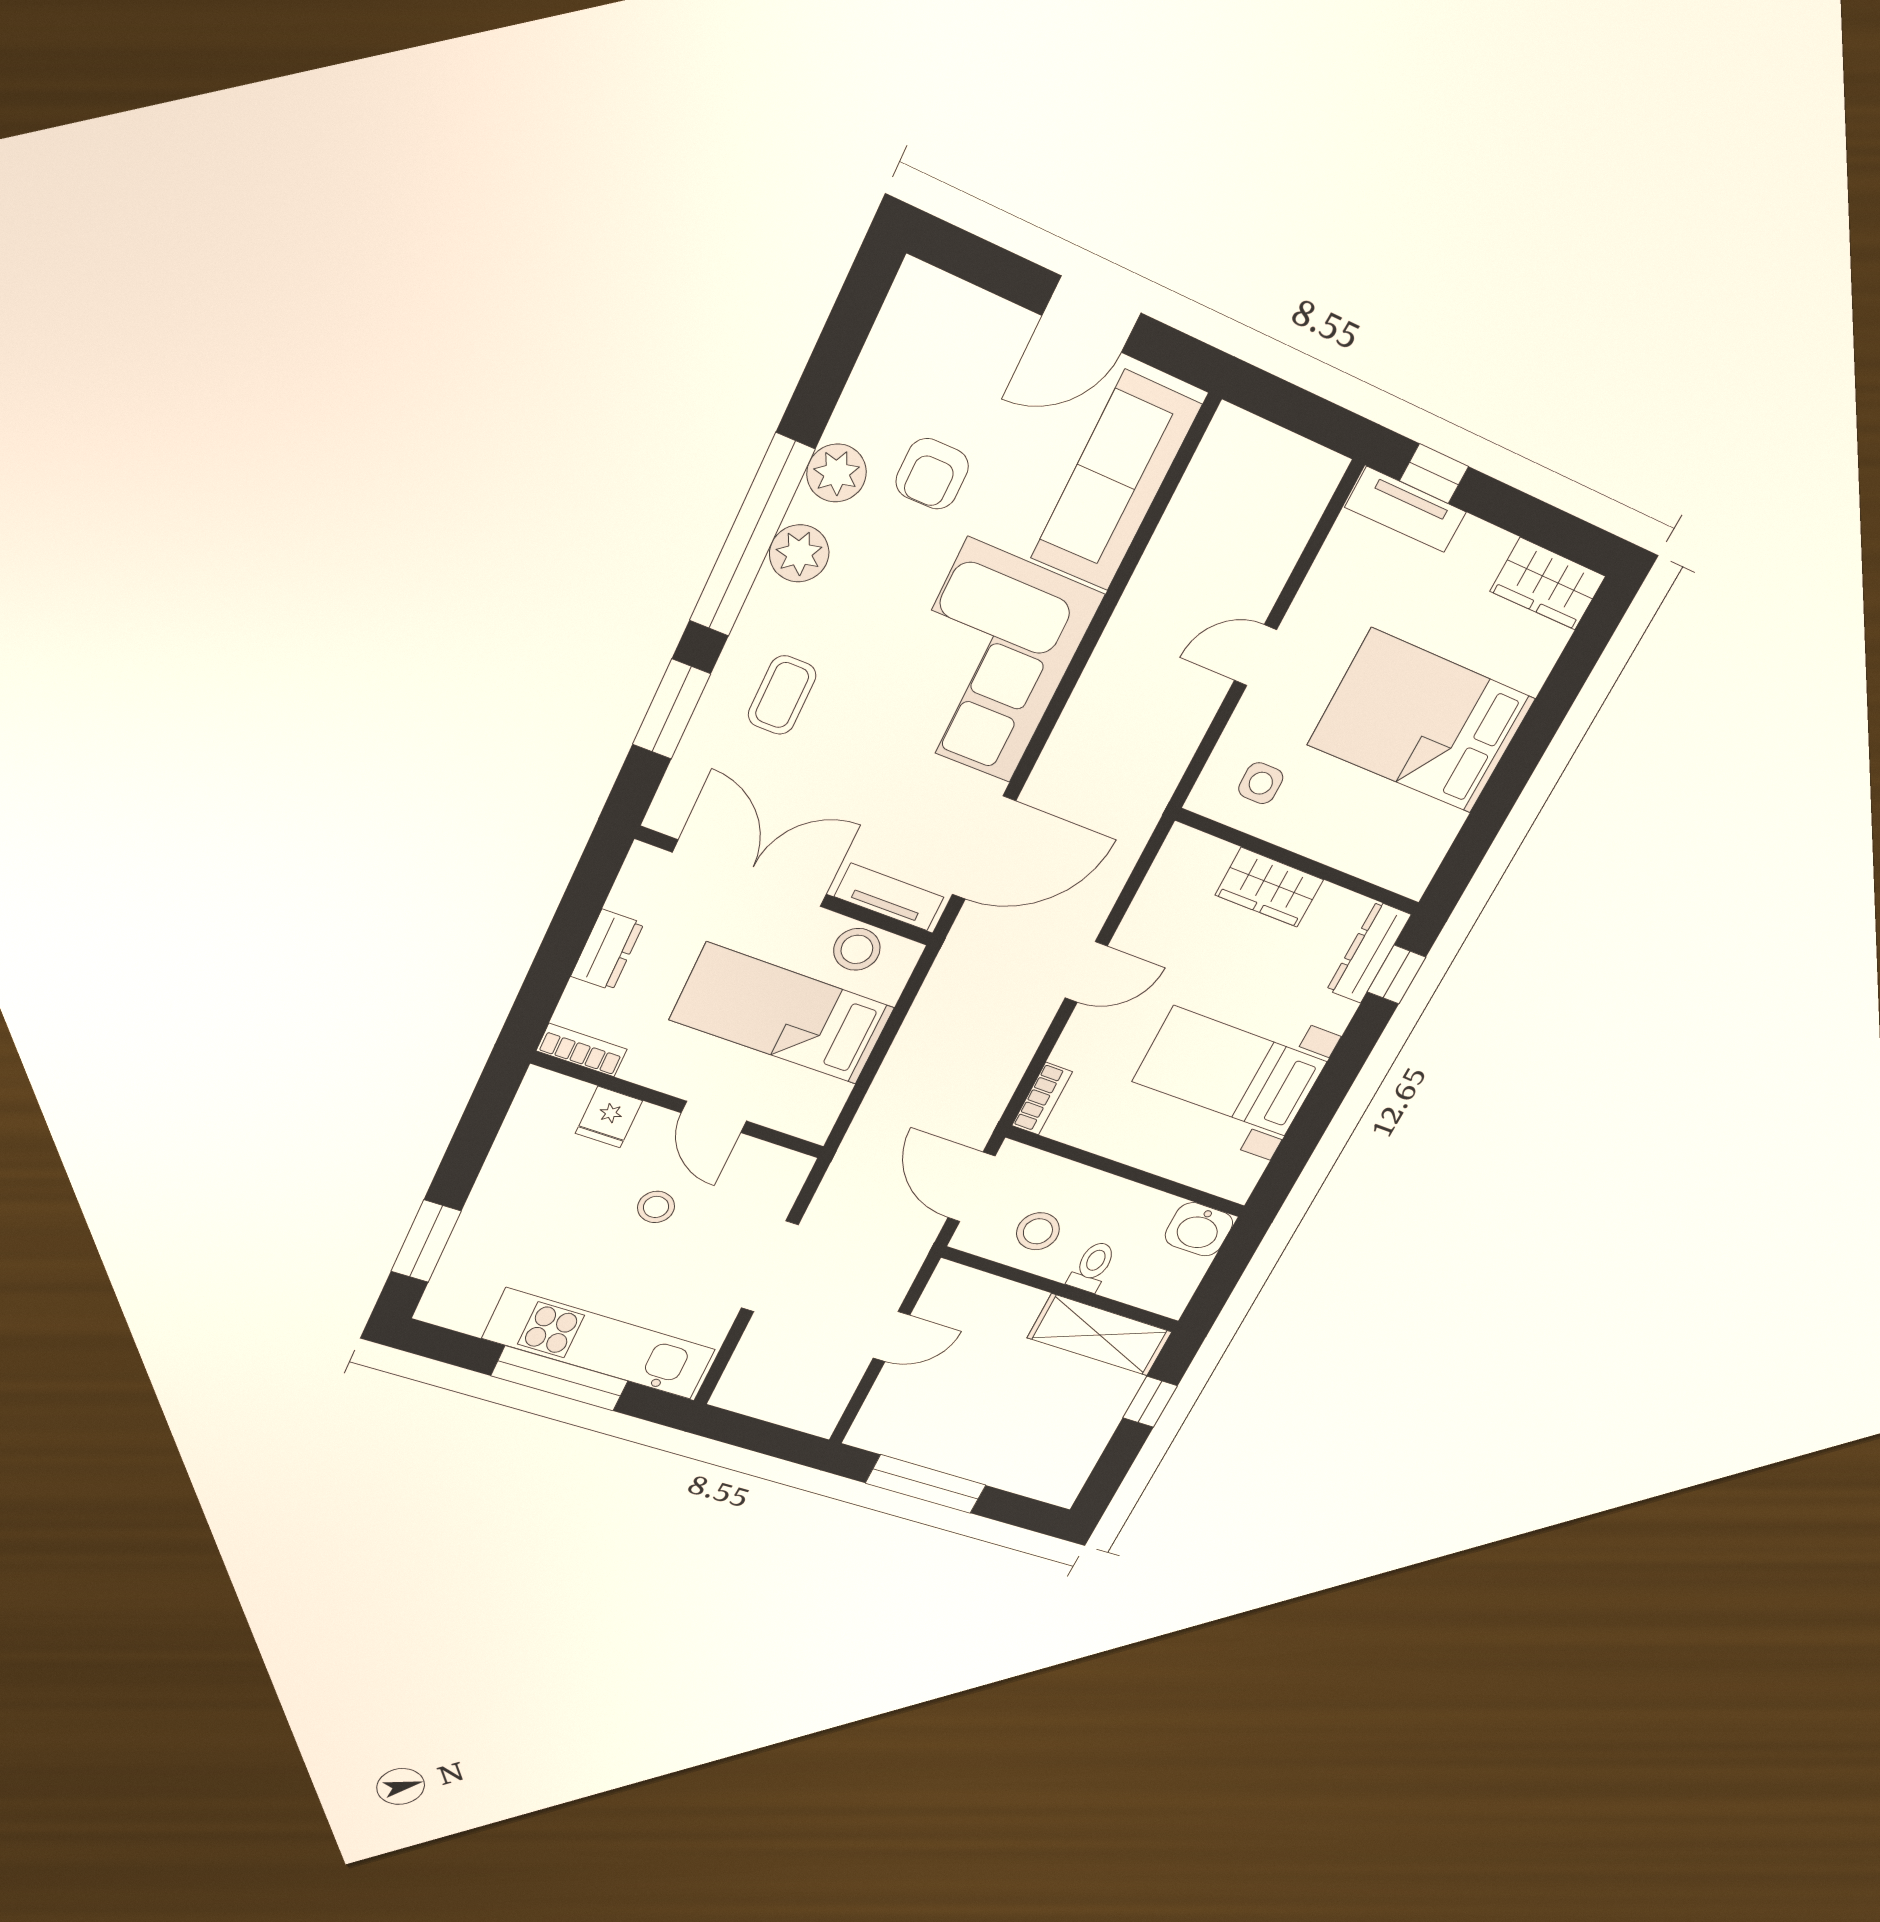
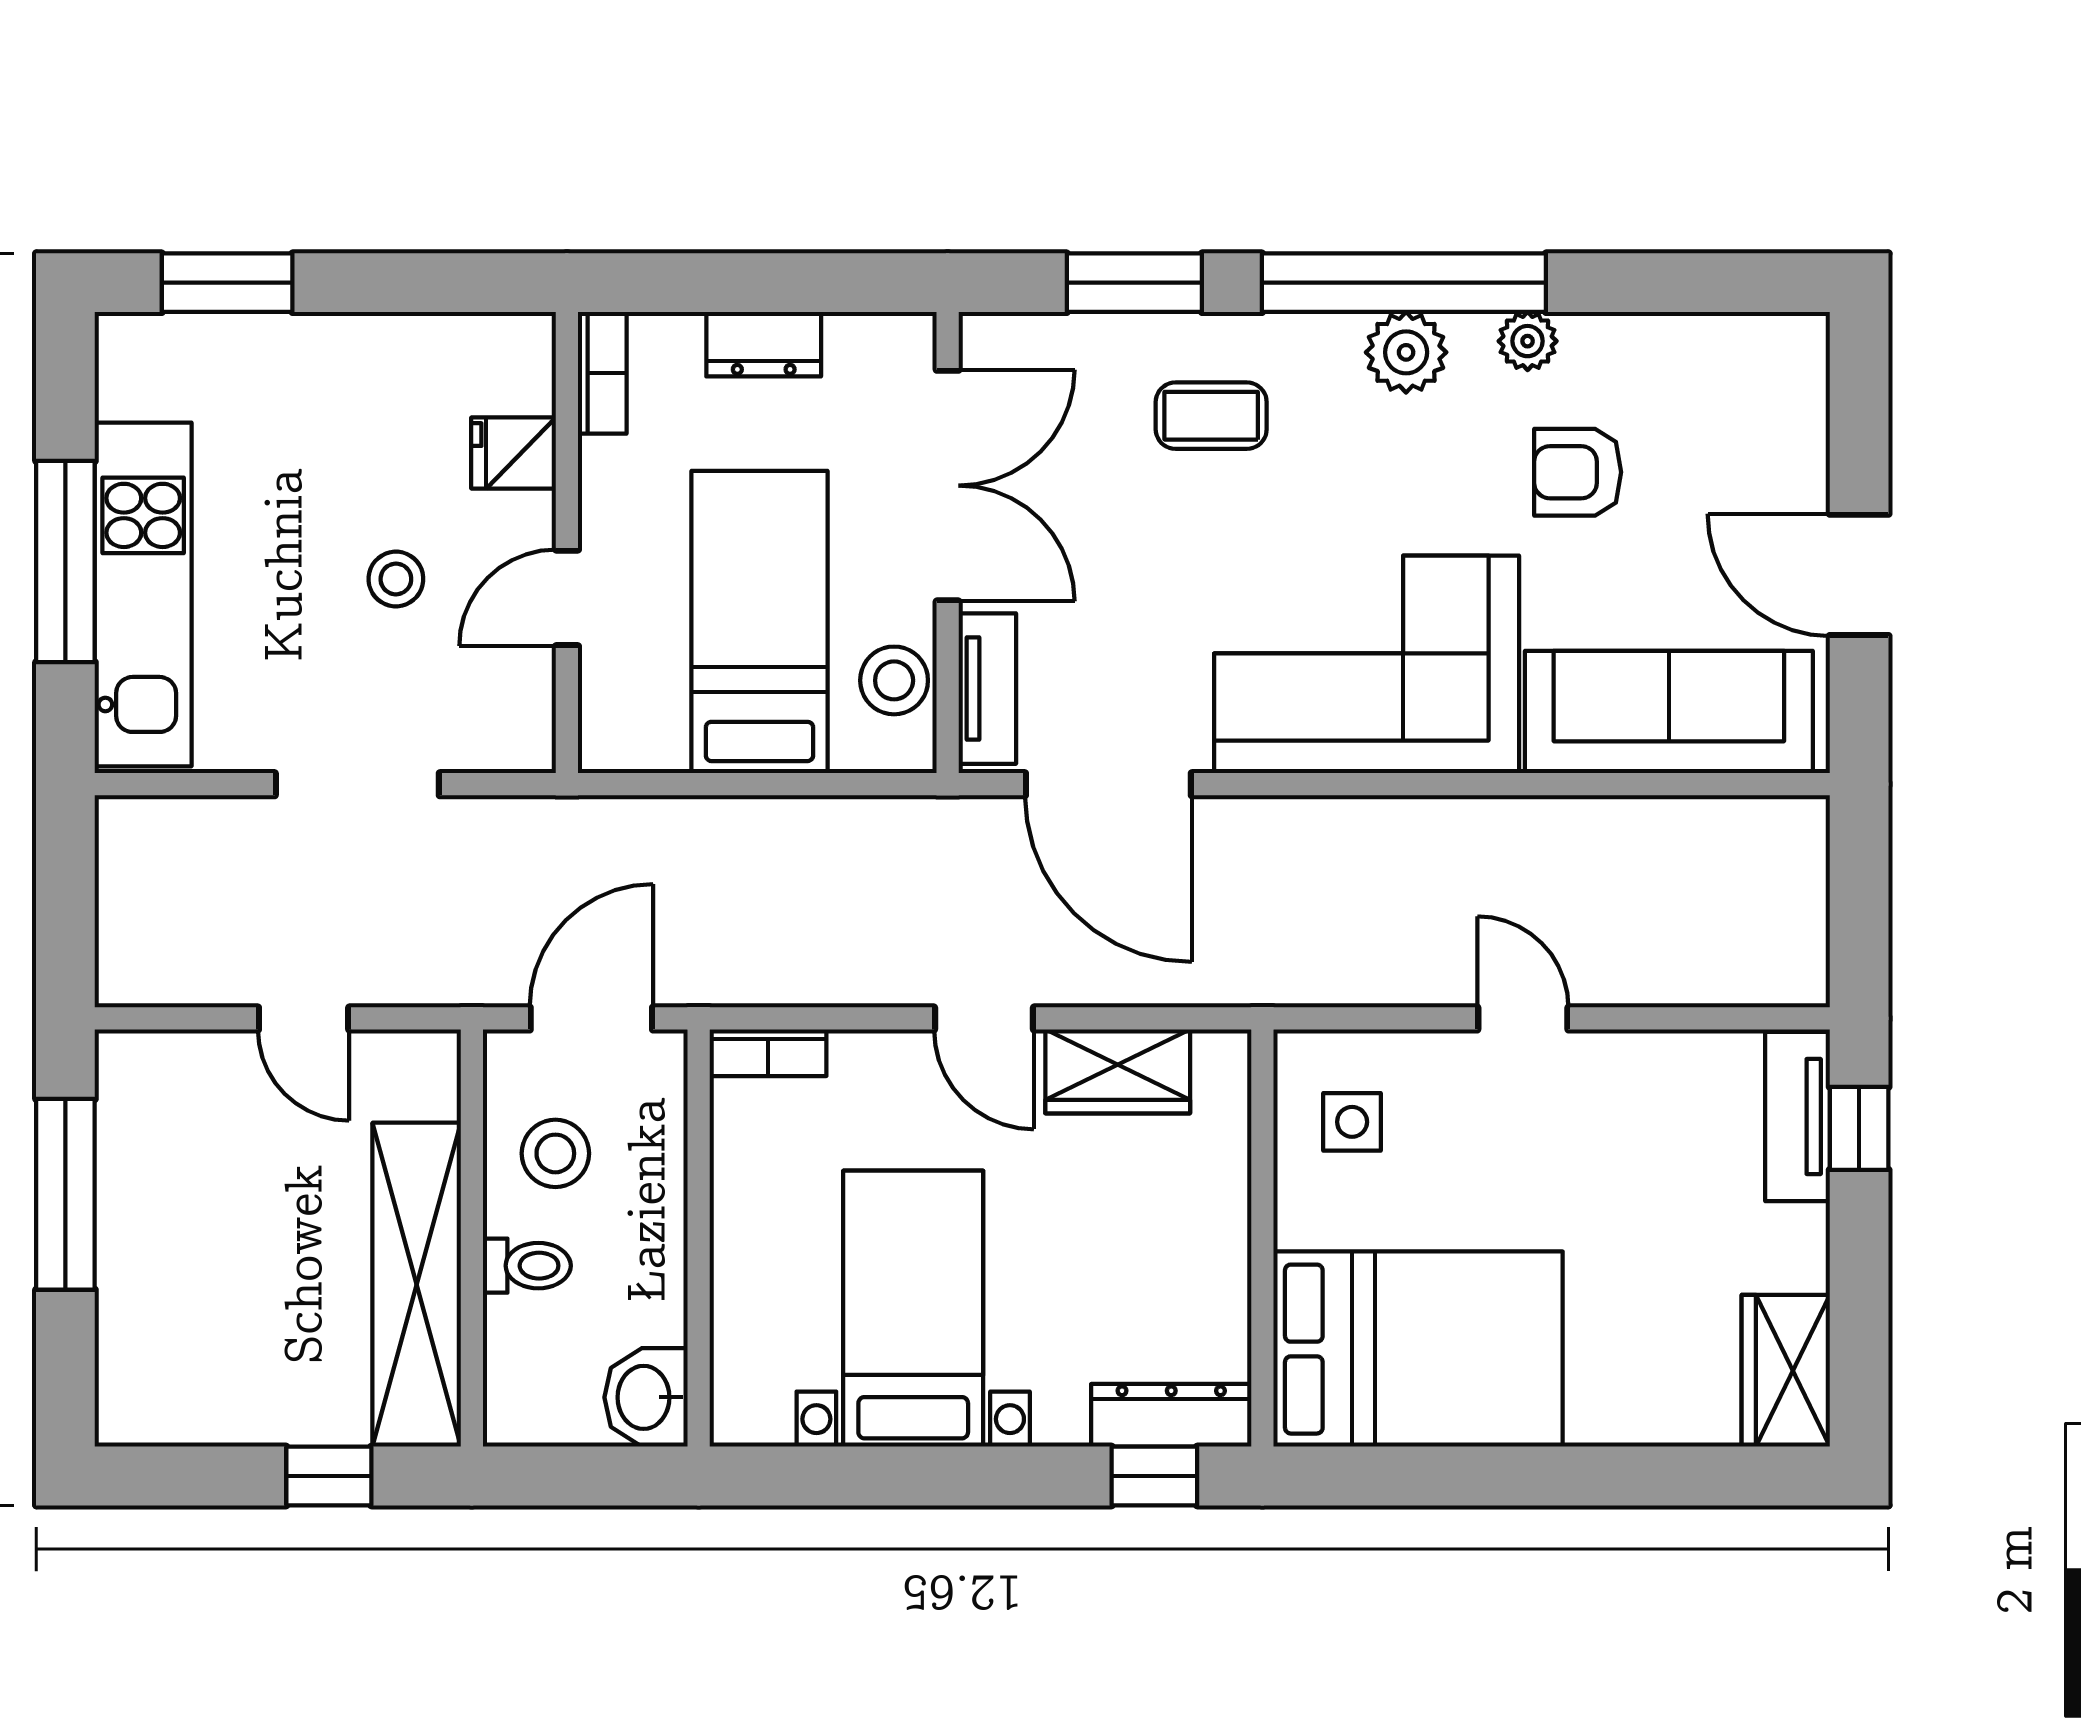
plant: (837, 473) -> (1528, 341), width x0.73, depth x0.73
bed: (1422, 722) -> (1418, 1349), moved, turned 90
wardrobe: (1269, 887) -> (1118, 1071), moved, turned -90
shelving: (1100, 1335) -> (417, 1285), width x1.47

